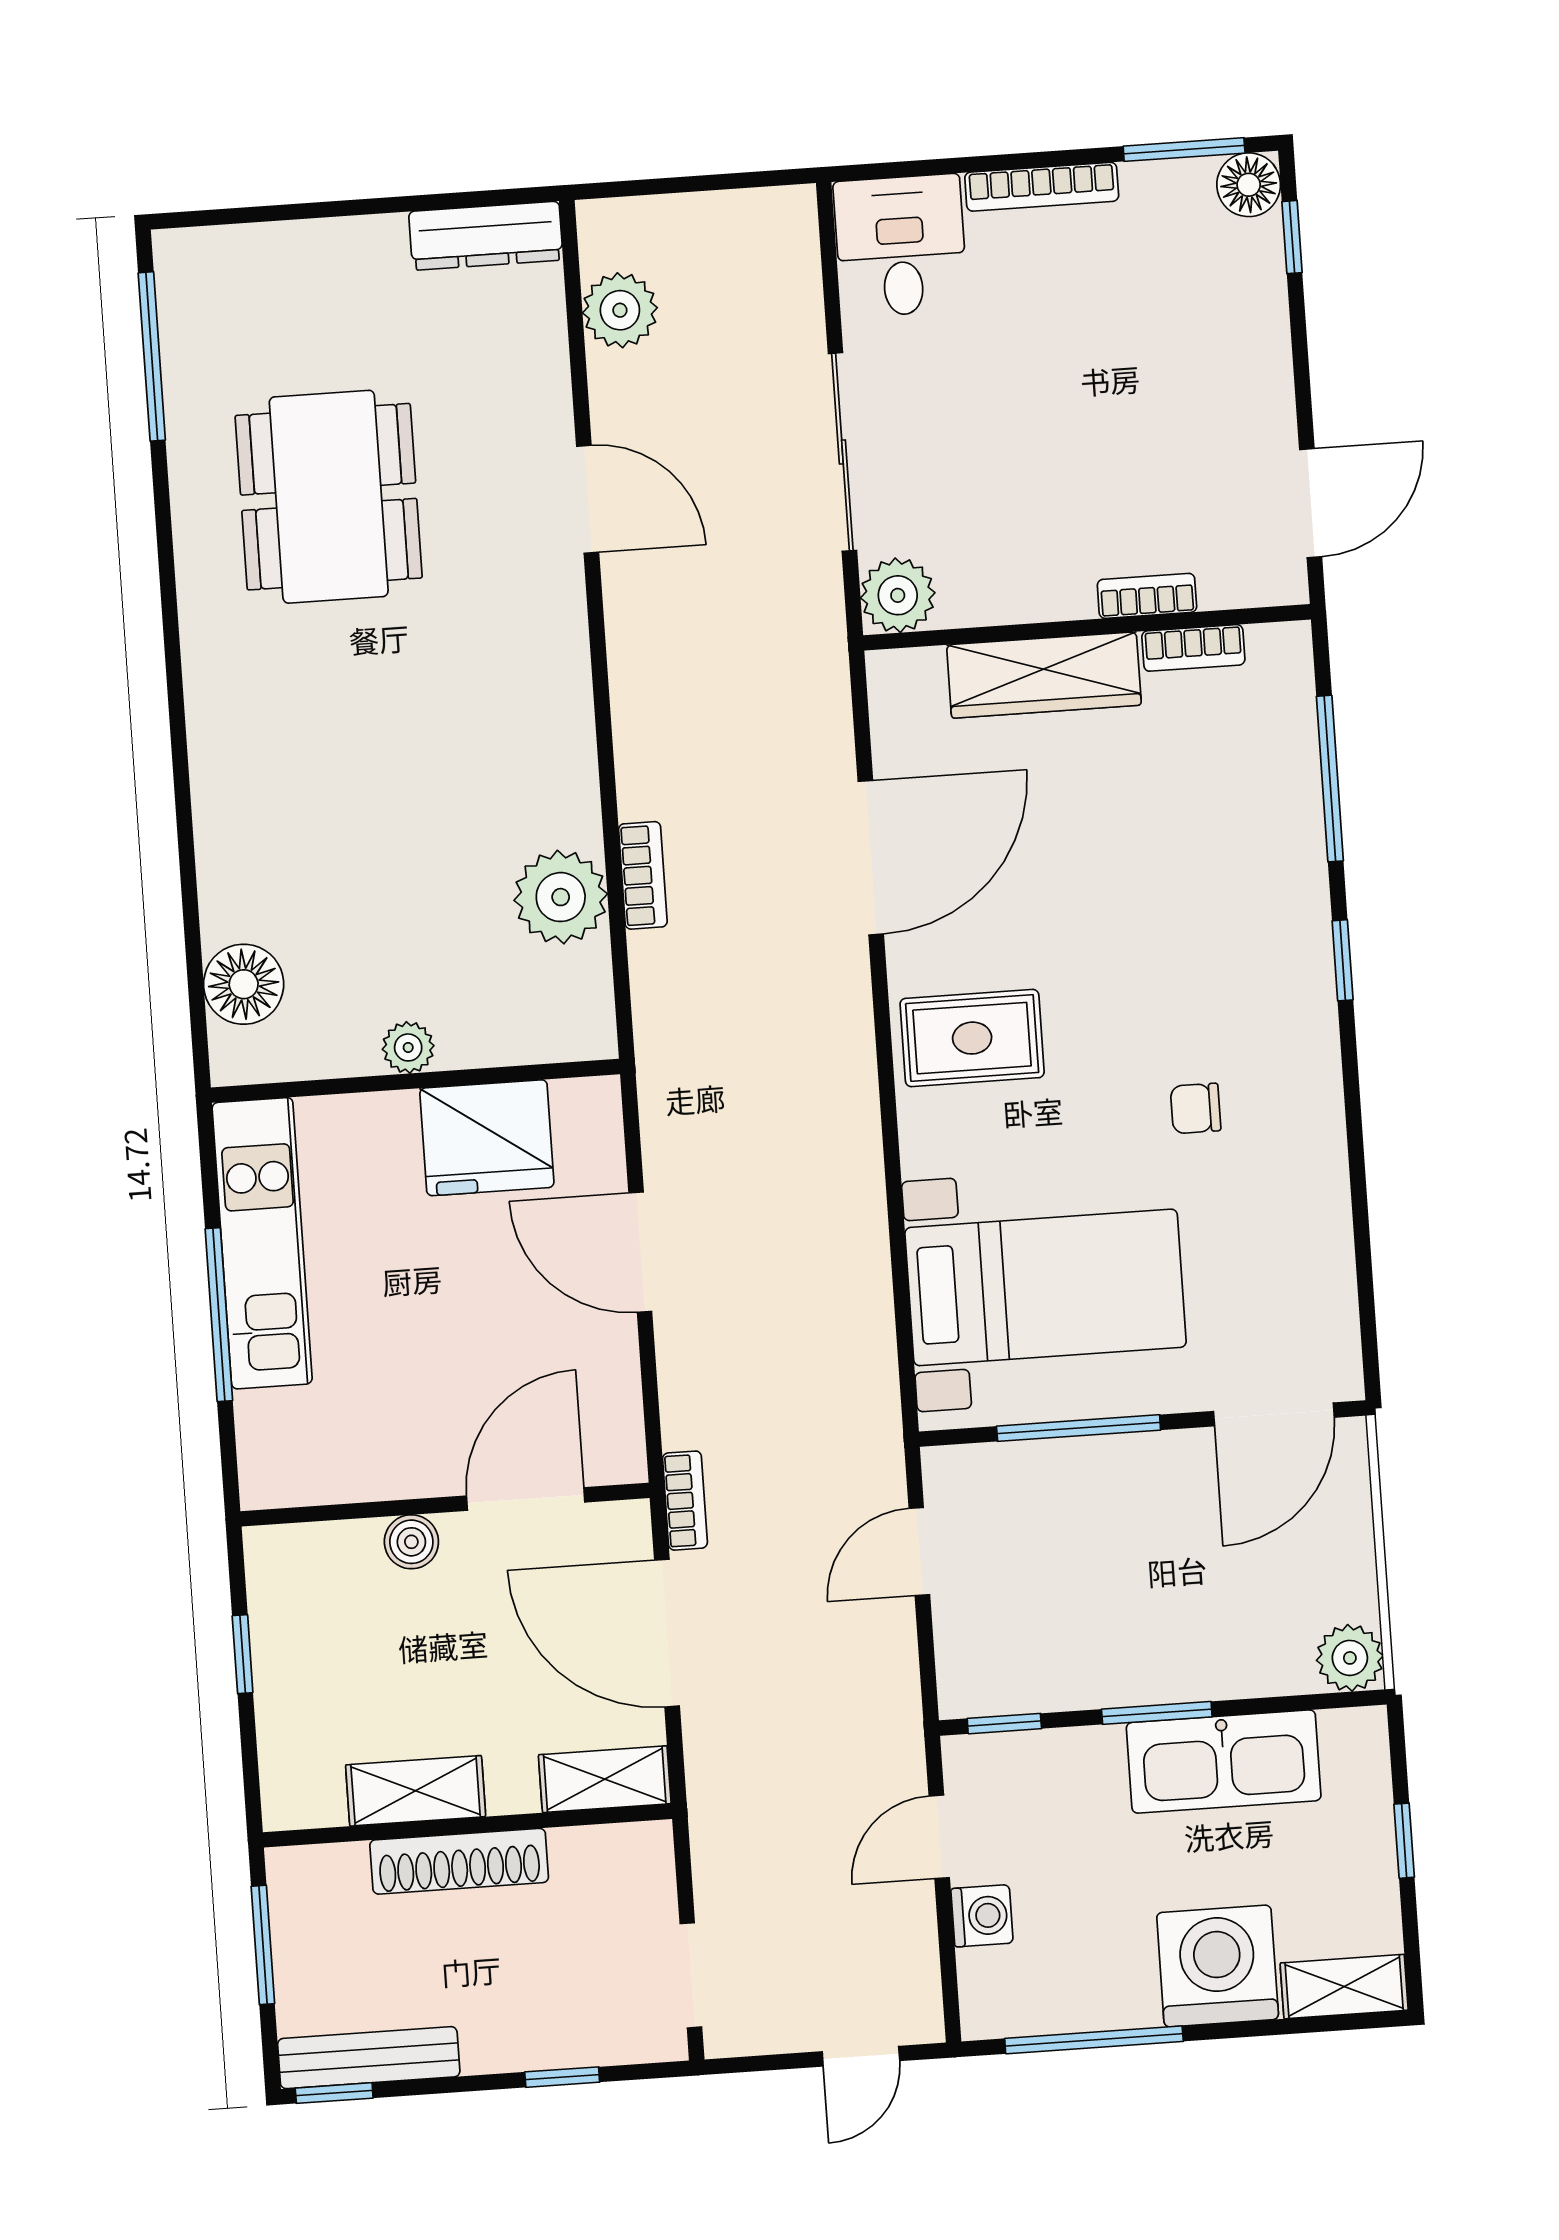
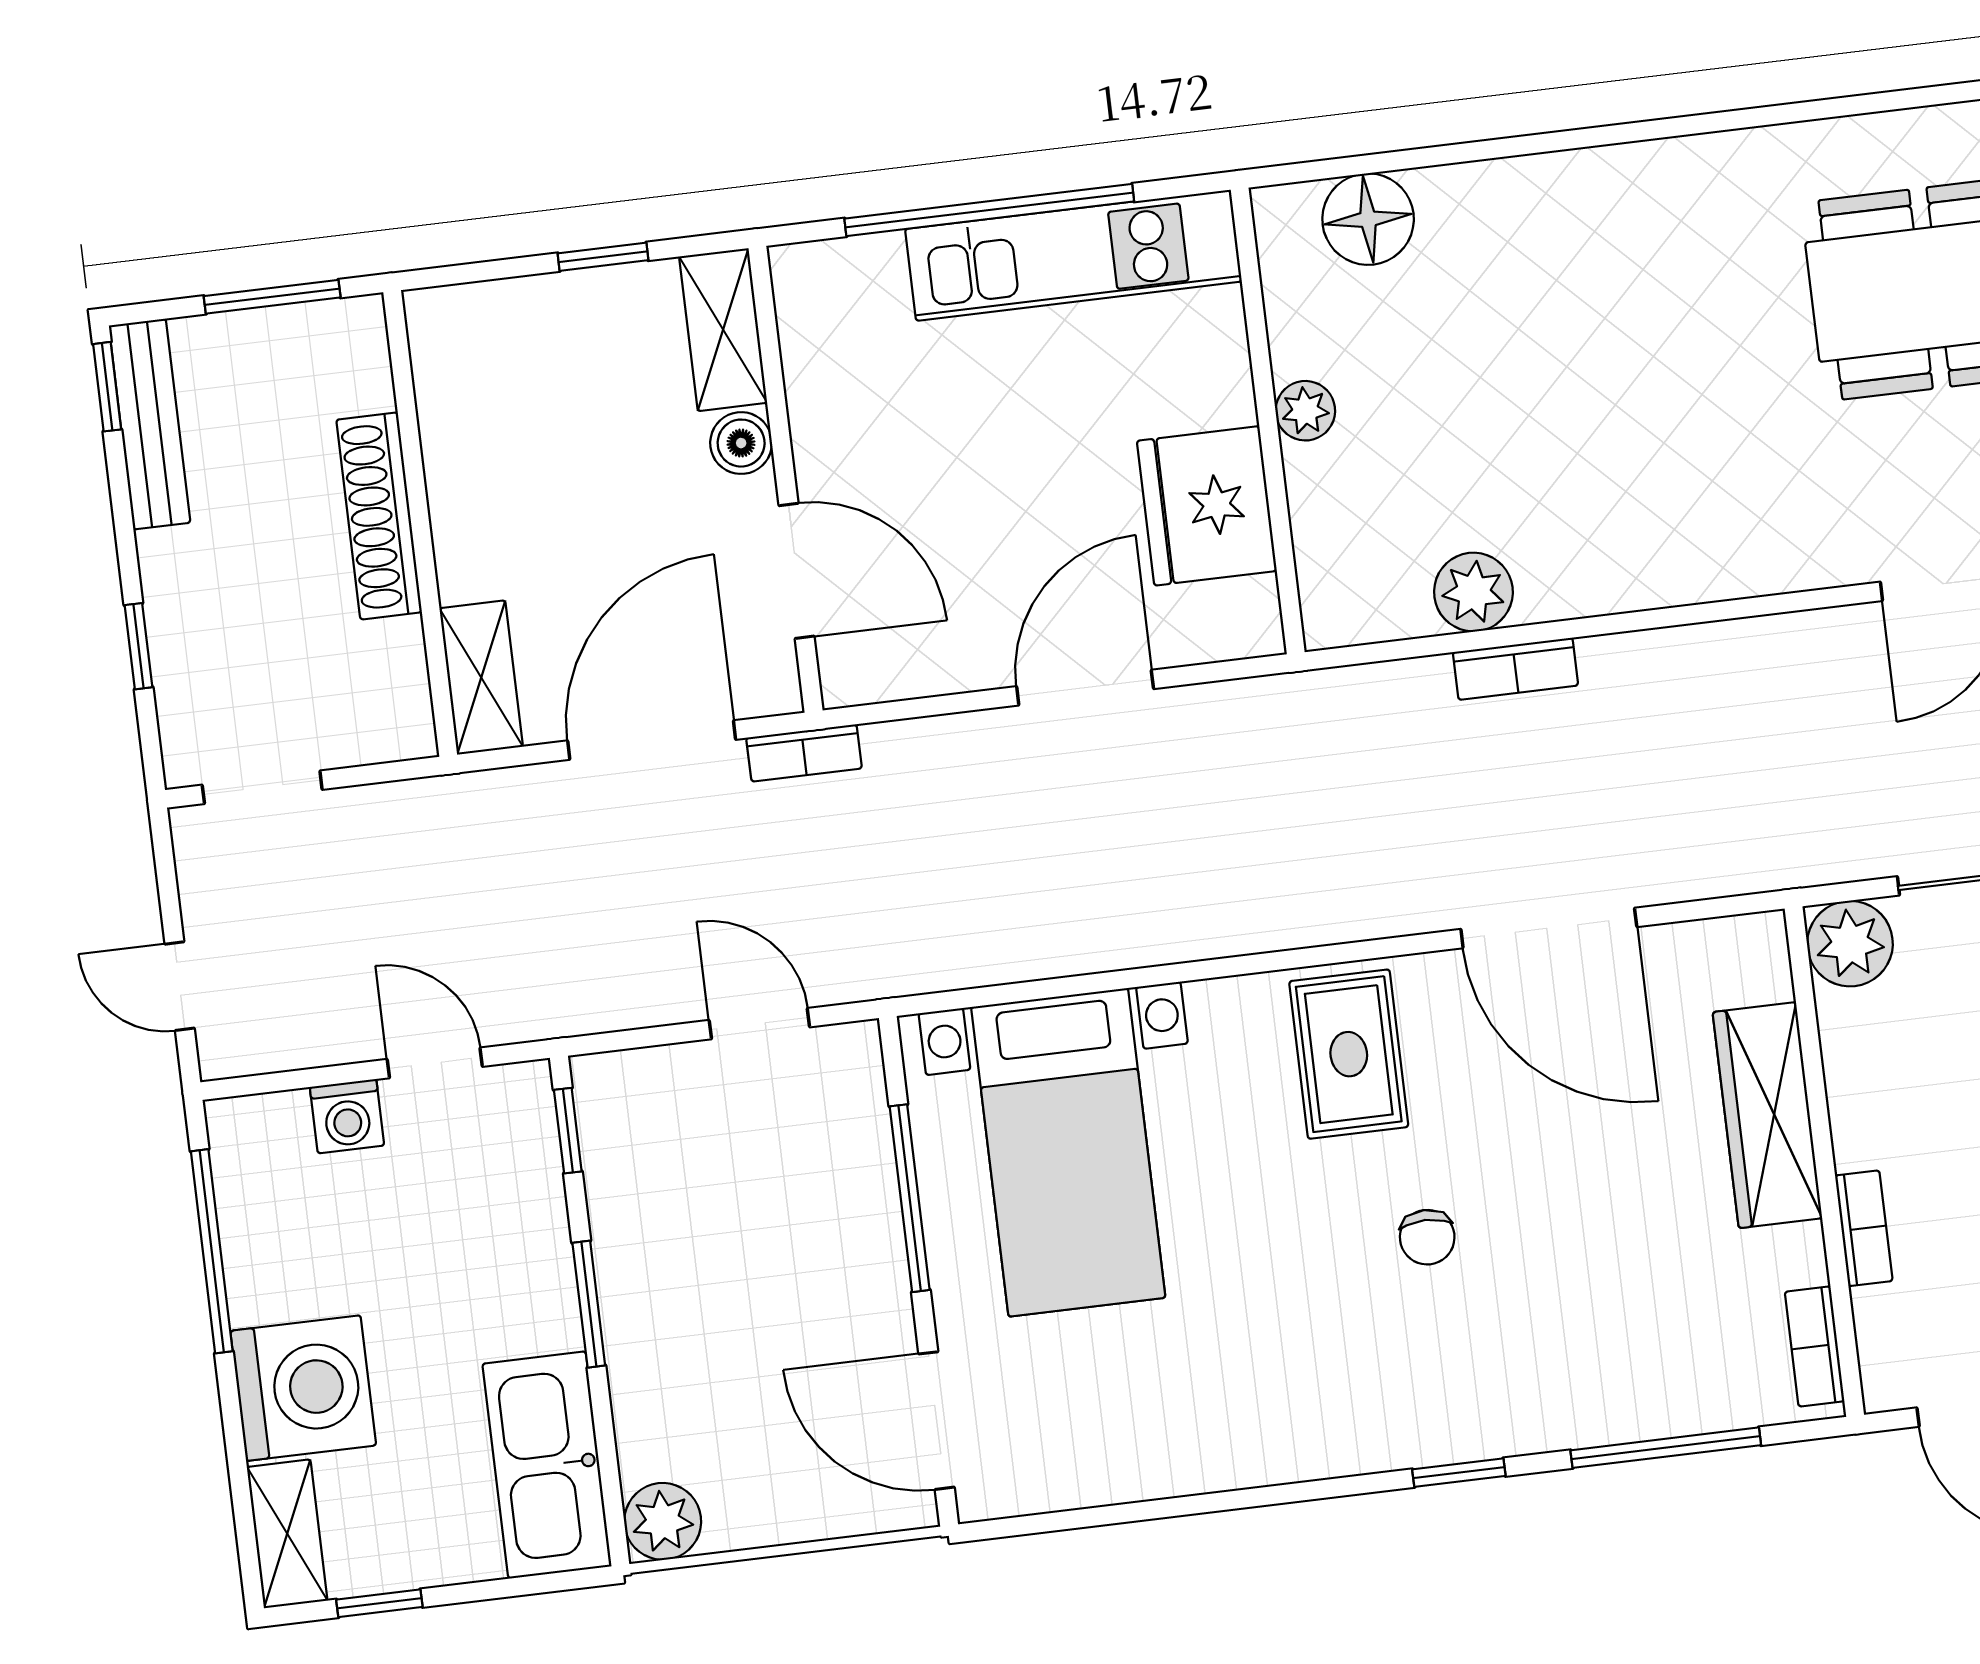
bookcase: (1193, 648) -> (1815, 1347), moved
plant: (561, 897) -> (1473, 592), width x0.73, depth x0.73
chair: (1196, 1108) -> (1427, 1237), moved, turned 180
window: (219, 1315) -> (989, 210), width x1.46
kitchen sink: (1224, 1762) -> (547, 1465), moved
shelving: (416, 1791) -> (723, 330), moved
window: (1404, 1841) -> (379, 1603), moved

